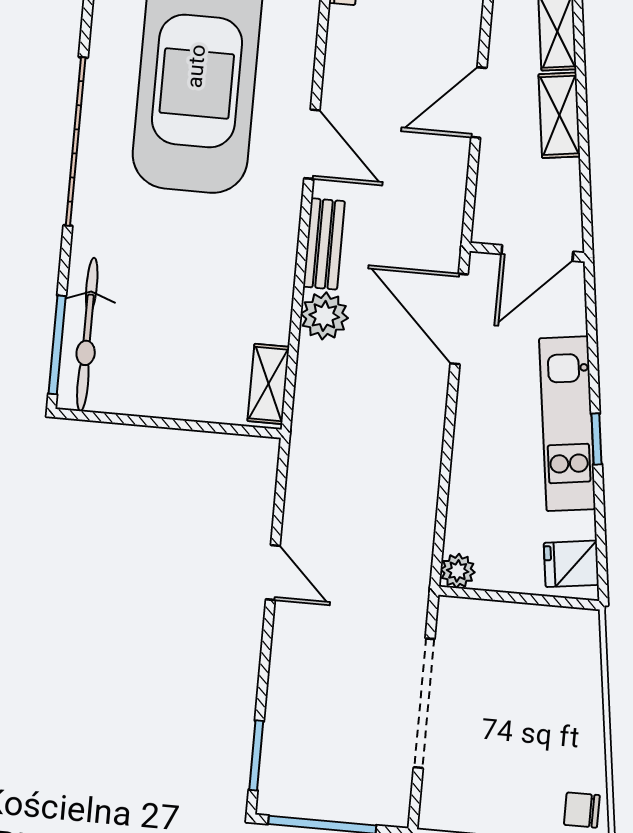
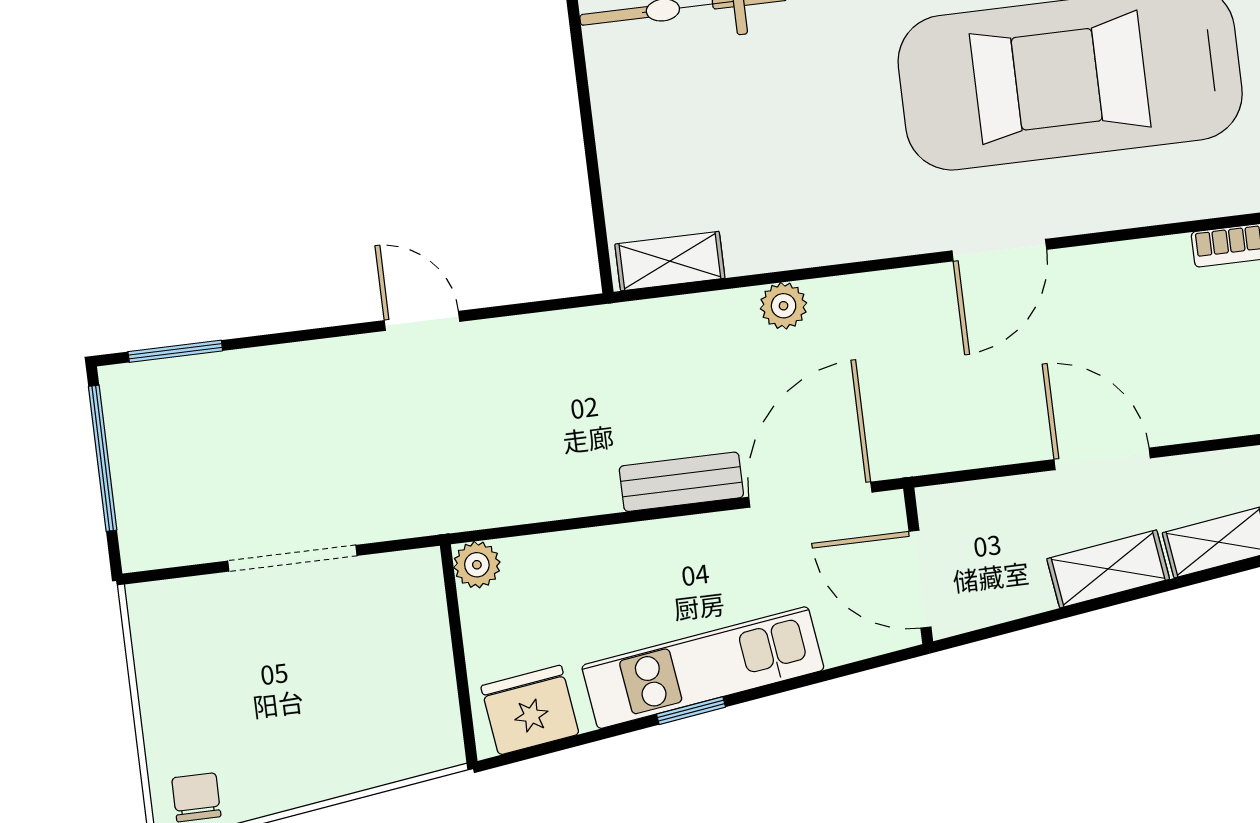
bench: (324, 244) -> (681, 482), moved
plant: (324, 316) -> (784, 306), width x0.73, depth x0.73
fridge: (571, 564) -> (530, 710), width x1.38
door: (273, 572) -> (422, 321), swing flipped
doorway: (424, 703) -> (292, 558), width x0.73

